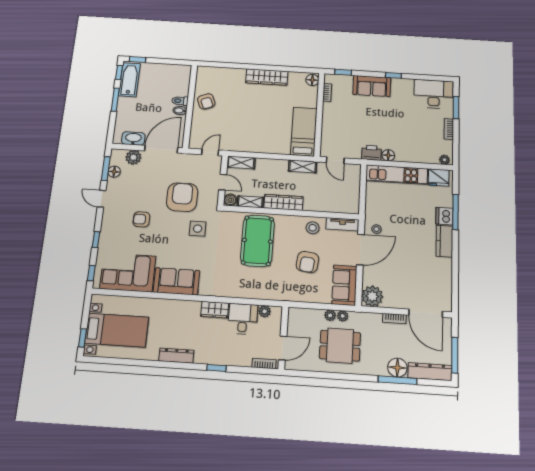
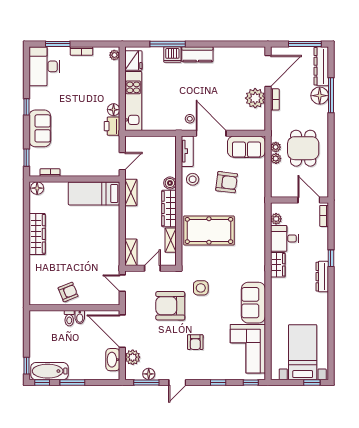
boiler: (230, 200) -> (170, 183), moved
plant: (372, 296) -> (255, 98), moved
dresser: (176, 356) -> (322, 277), moved

